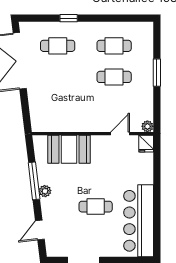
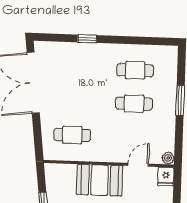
cafe table: (58, 46) -> (72, 135), moved
booth: (69, 149) -> (100, 180), moved

